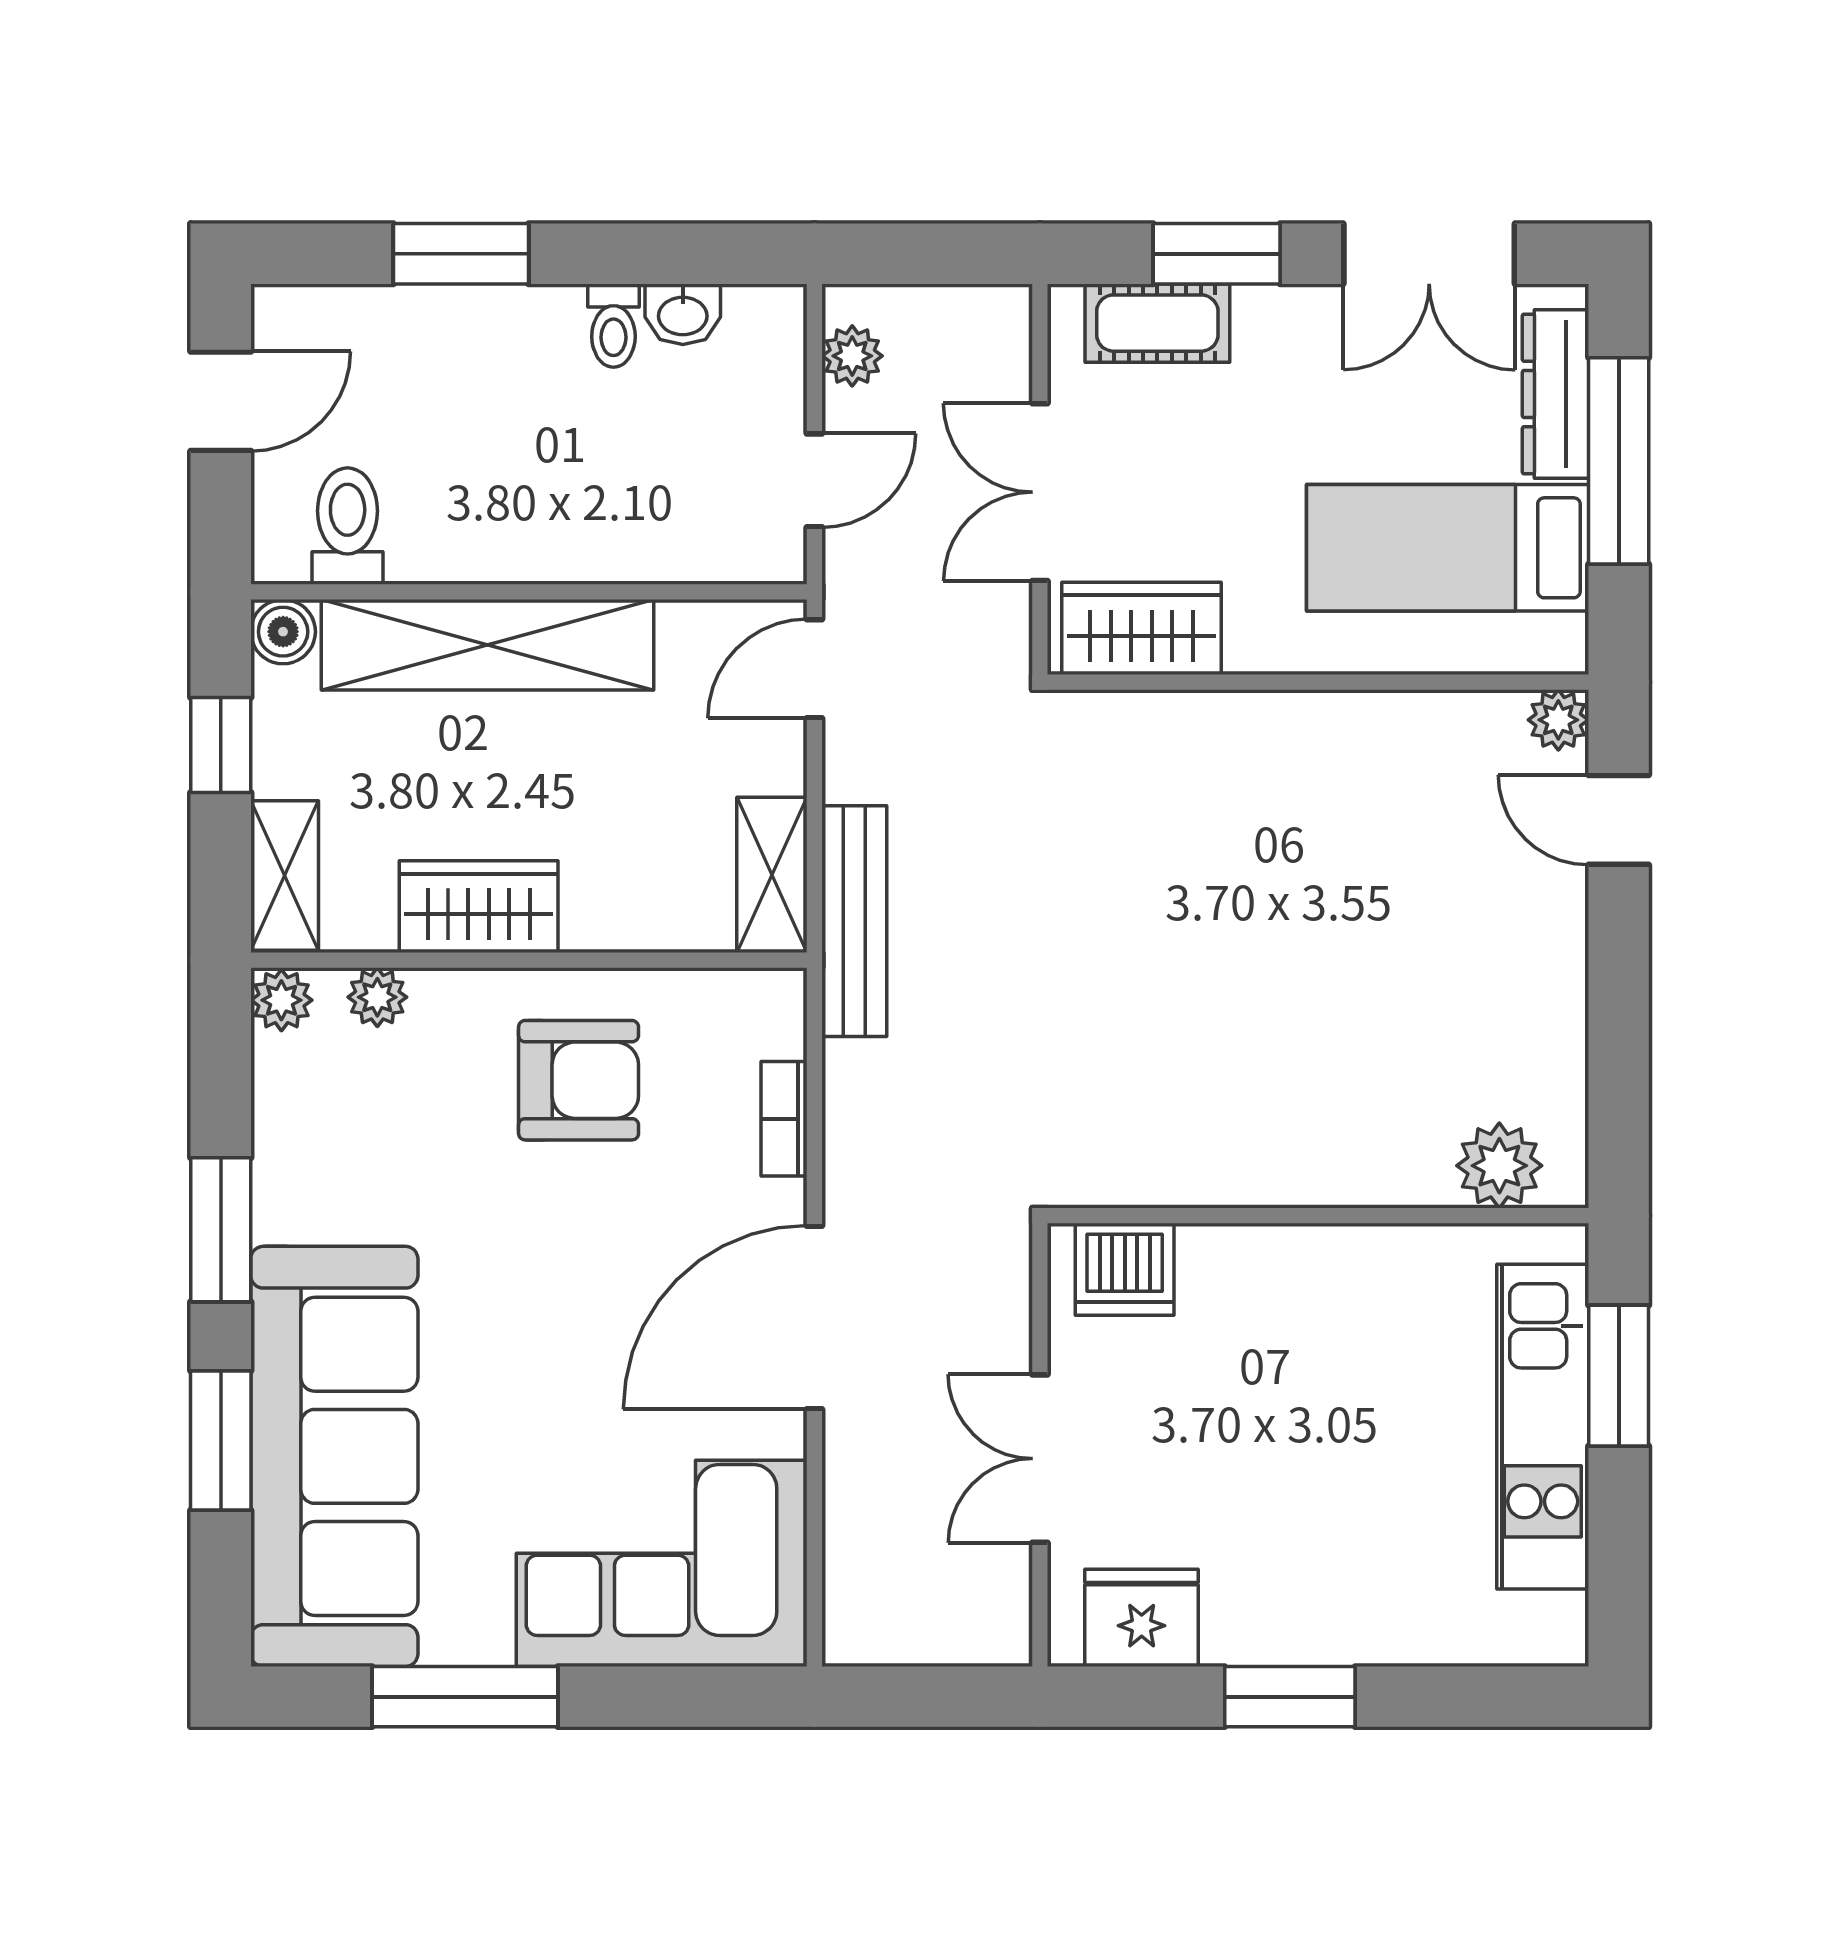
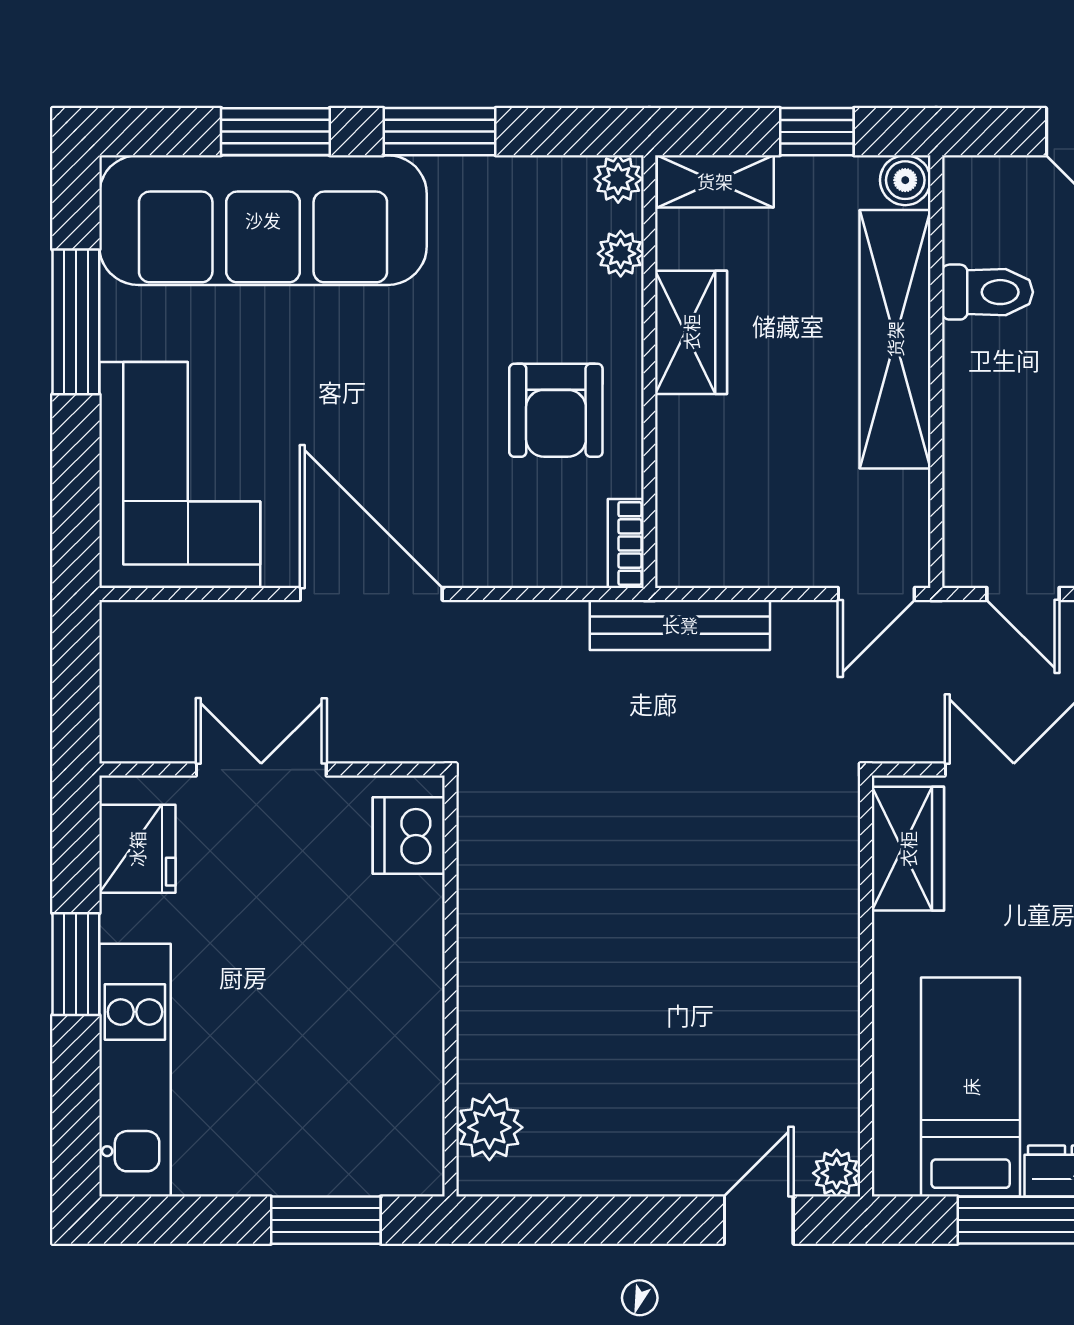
toilet: (348, 526) -> (987, 292), moved
door: (814, 669) -> (876, 594), swing flipped
shelving: (772, 875) -> (716, 561), removed
bookcase: (784, 1119) -> (626, 544), moved, turned -90
kitchen unit: (1543, 1427) -> (135, 1070), moved, turned 90

